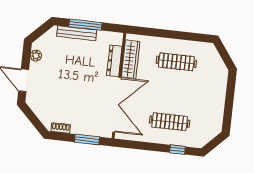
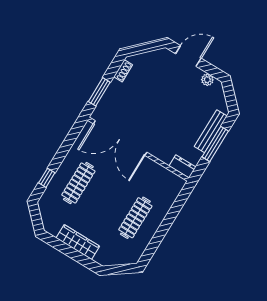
wardrobe: (131, 59) -> (78, 242), moved, turned 180
dresser: (114, 61) -> (182, 167), moved, width x0.70

